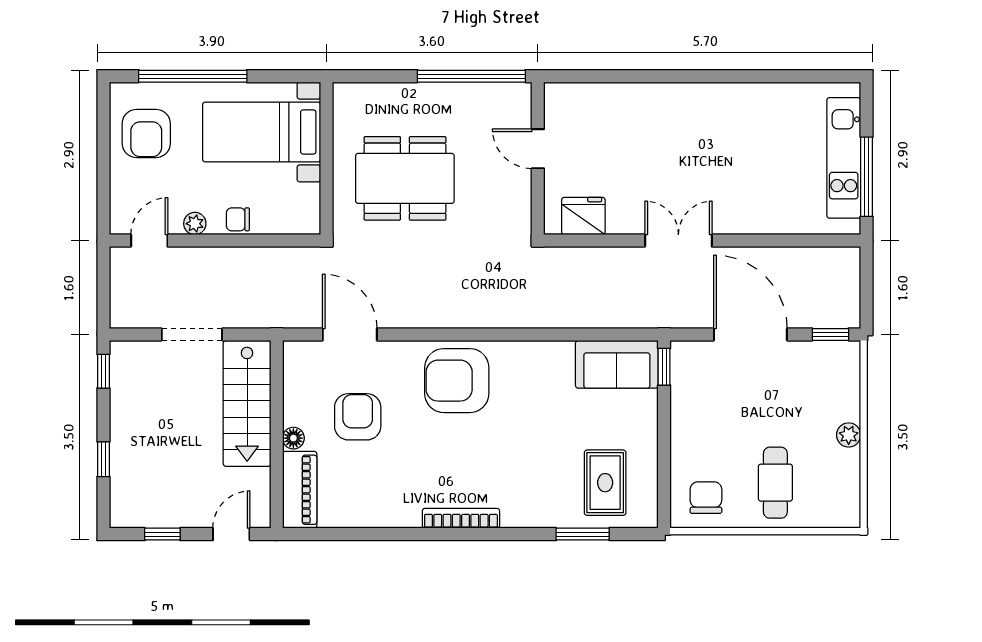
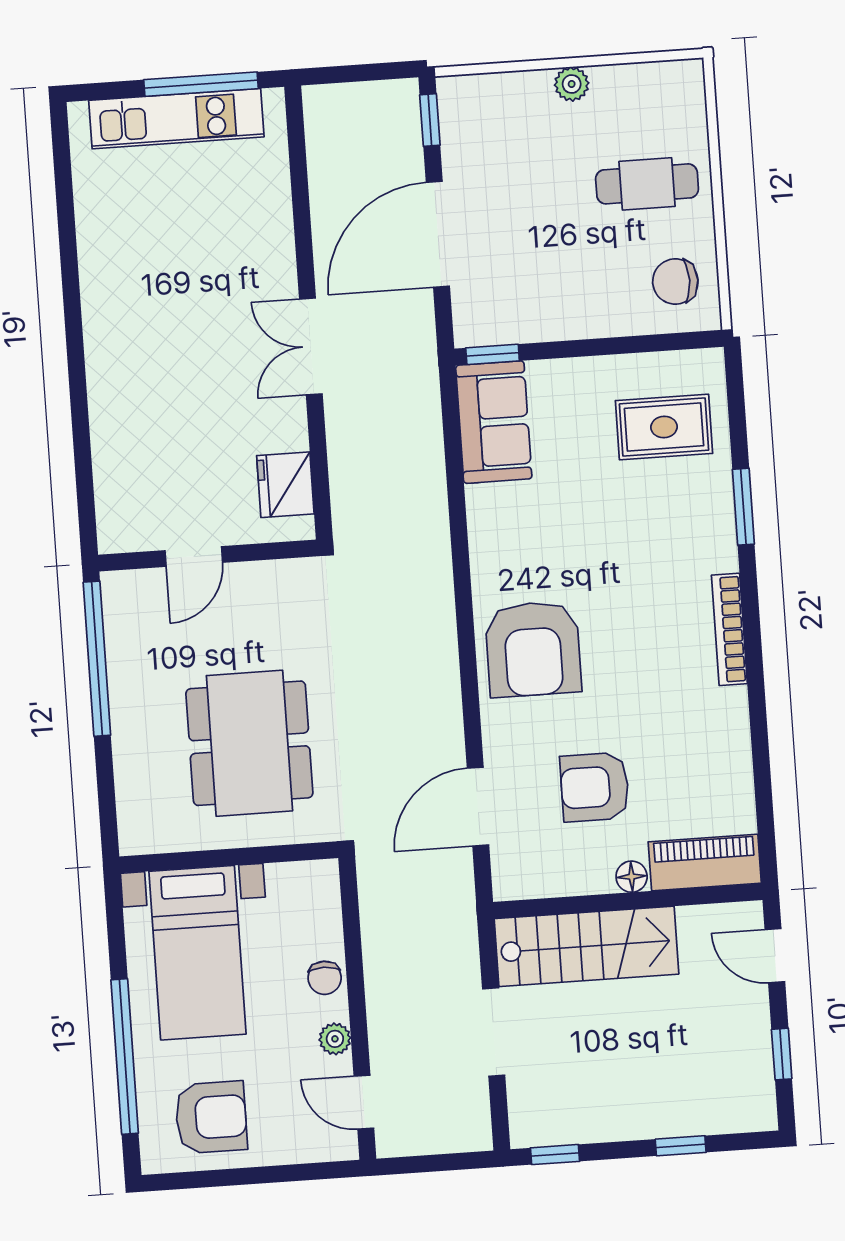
window: (583, 534) -> (743, 507), moved

